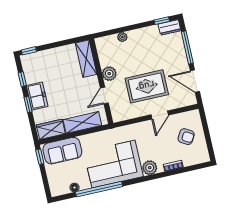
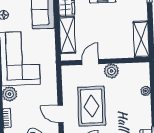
shelving: (86, 59) -> (141, 39), moved, turned 90
door: (104, 96) -> (90, 62), hinge flipped

